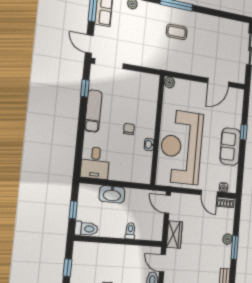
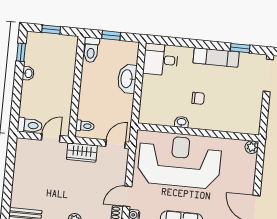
toilet: (130, 231) -> (85, 126), moved

